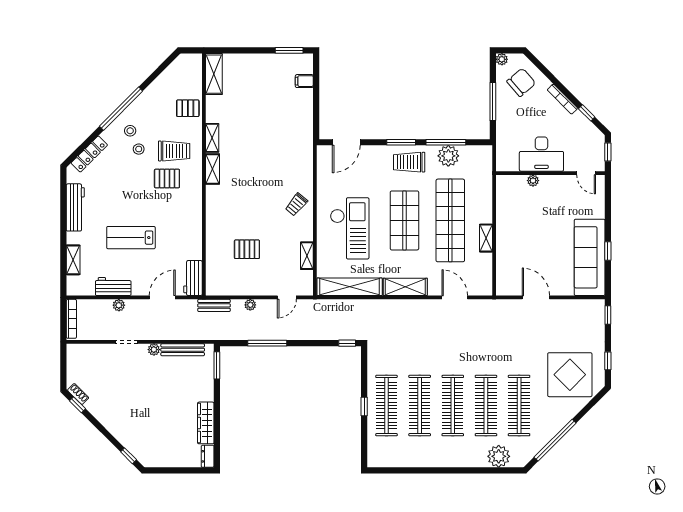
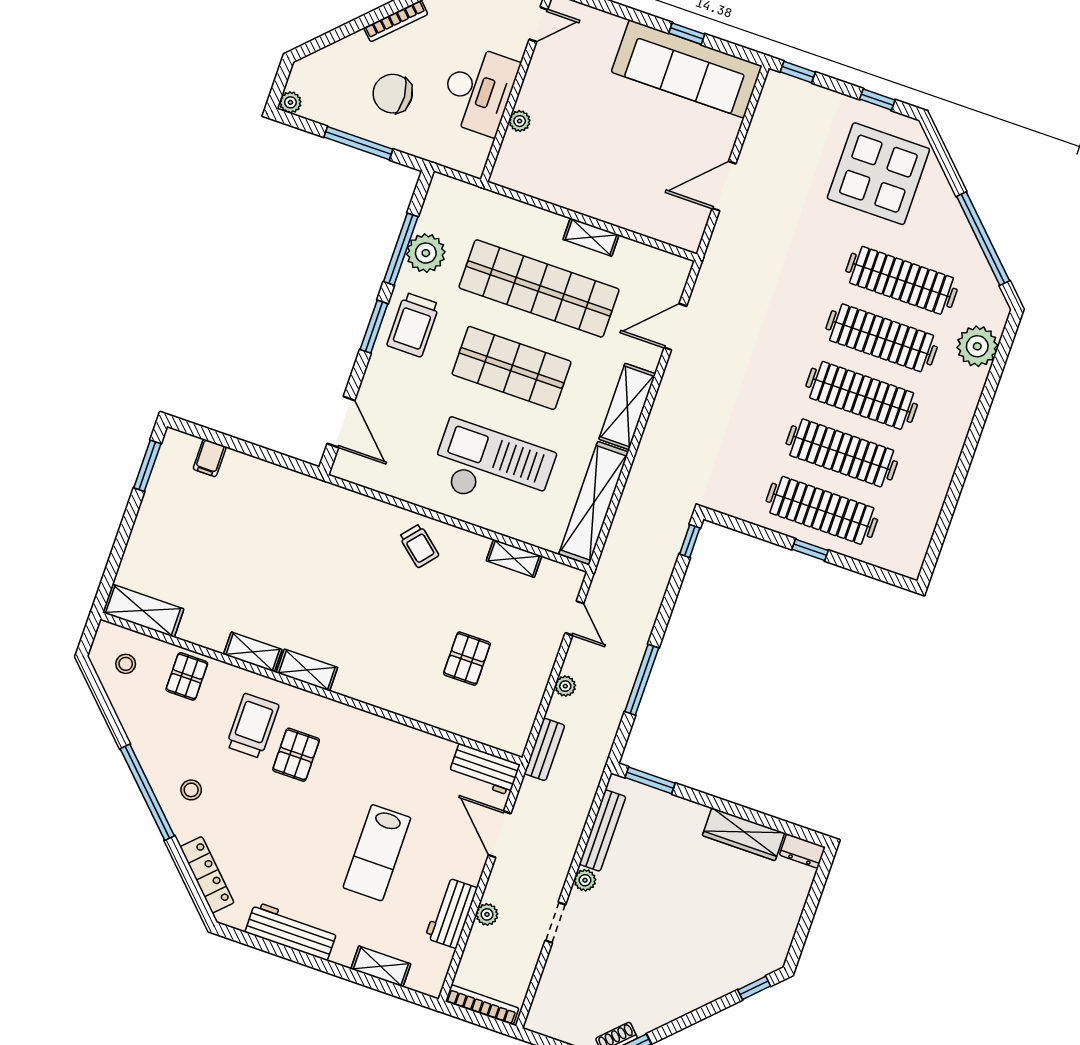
chair: (521, 82) -> (393, 94), moved, turned -53
stool: (139, 149) -> (126, 664), moved

